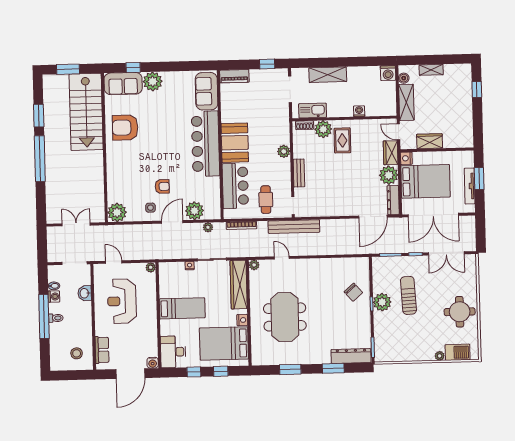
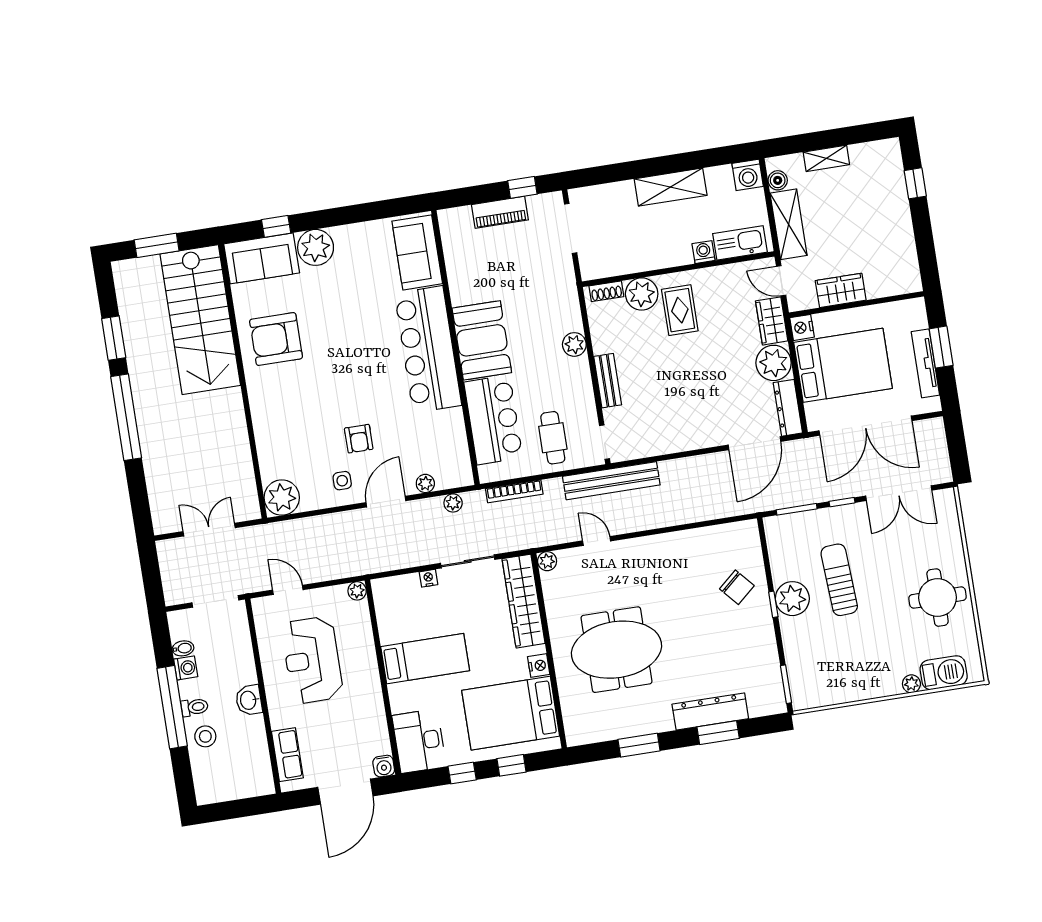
shelving: (328, 75) -> (671, 187), moved
piano: (234, 76) -> (500, 212), moved
kitchen sink: (313, 111) -> (740, 243), moved
armchair: (162, 186) -> (359, 439), turned 90
plant: (194, 211) -> (425, 483), width x0.53, depth x0.53
washbasin: (85, 293) -> (249, 700), moved
meeting table: (285, 317) -> (617, 650), turned 90
stool: (77, 353) -> (205, 736), moved
dresser: (351, 356) -> (710, 711), moved

